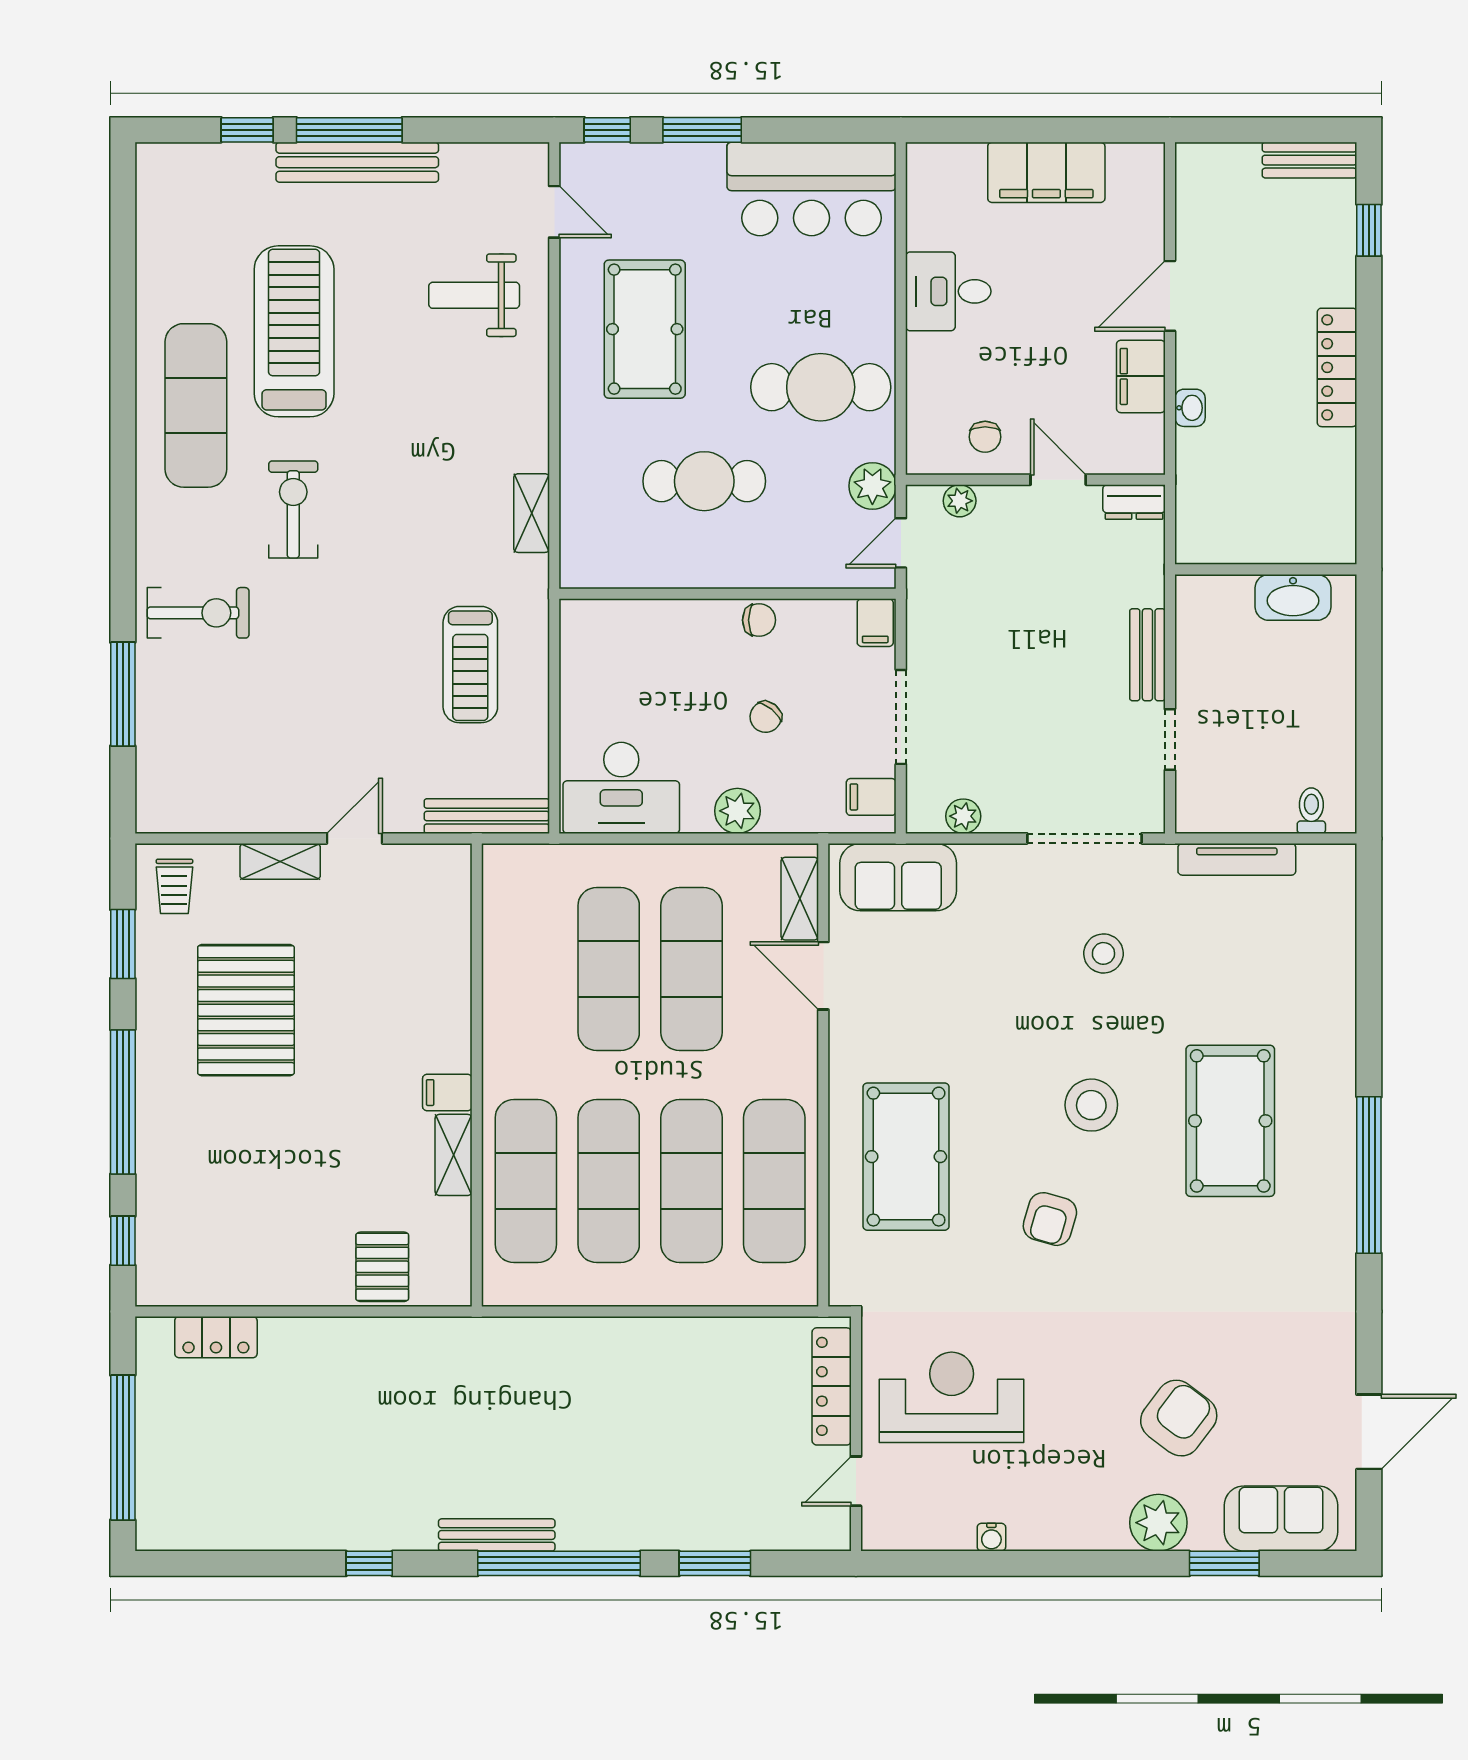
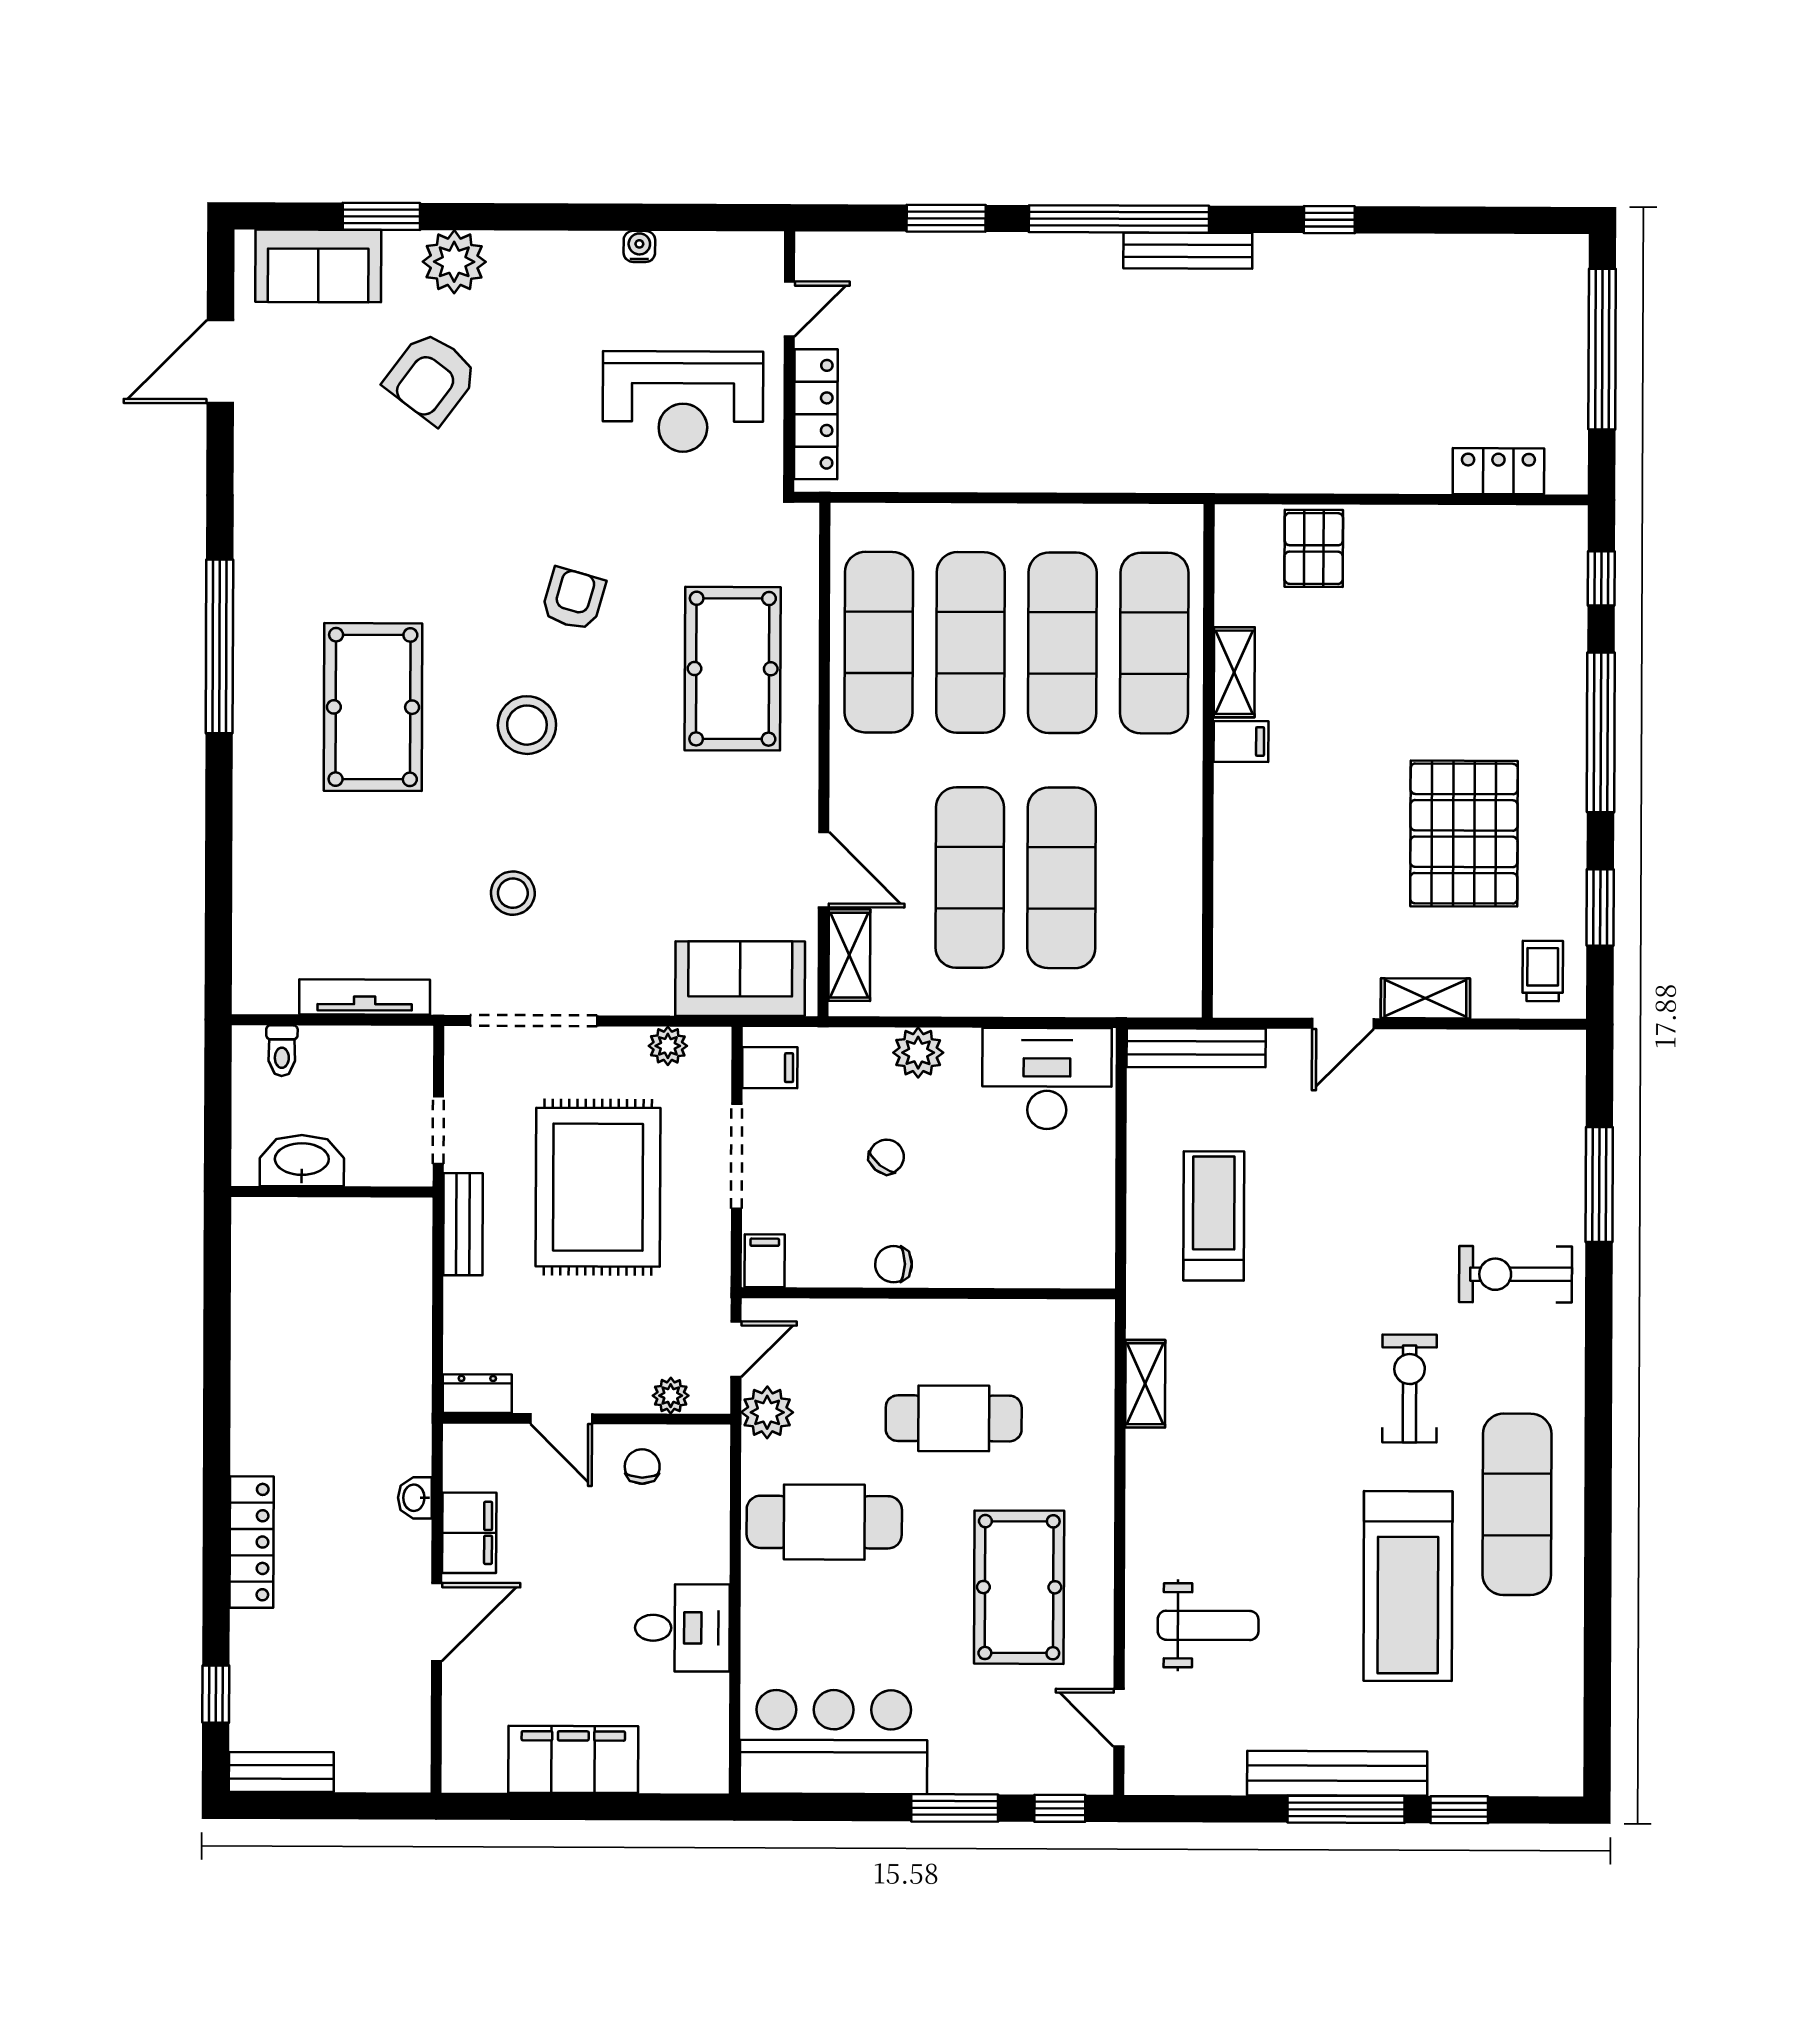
exercise bike: (293, 510) -> (1409, 1389), turned 180
wall: (1266, 569) -> (332, 1192), moved
washbasin: (1293, 597) -> (302, 1161), moved
rug: (1026, 689) -> (598, 1187), added

